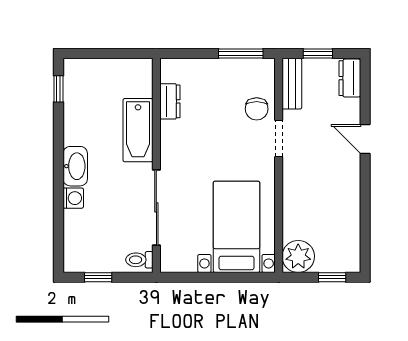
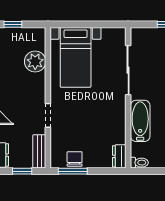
dresser: (170, 101) -> (119, 156), moved
chair: (257, 109) -> (75, 159), moved
plant: (298, 256) -> (35, 62), moved
toilet: (139, 260) -> (139, 163), moved

